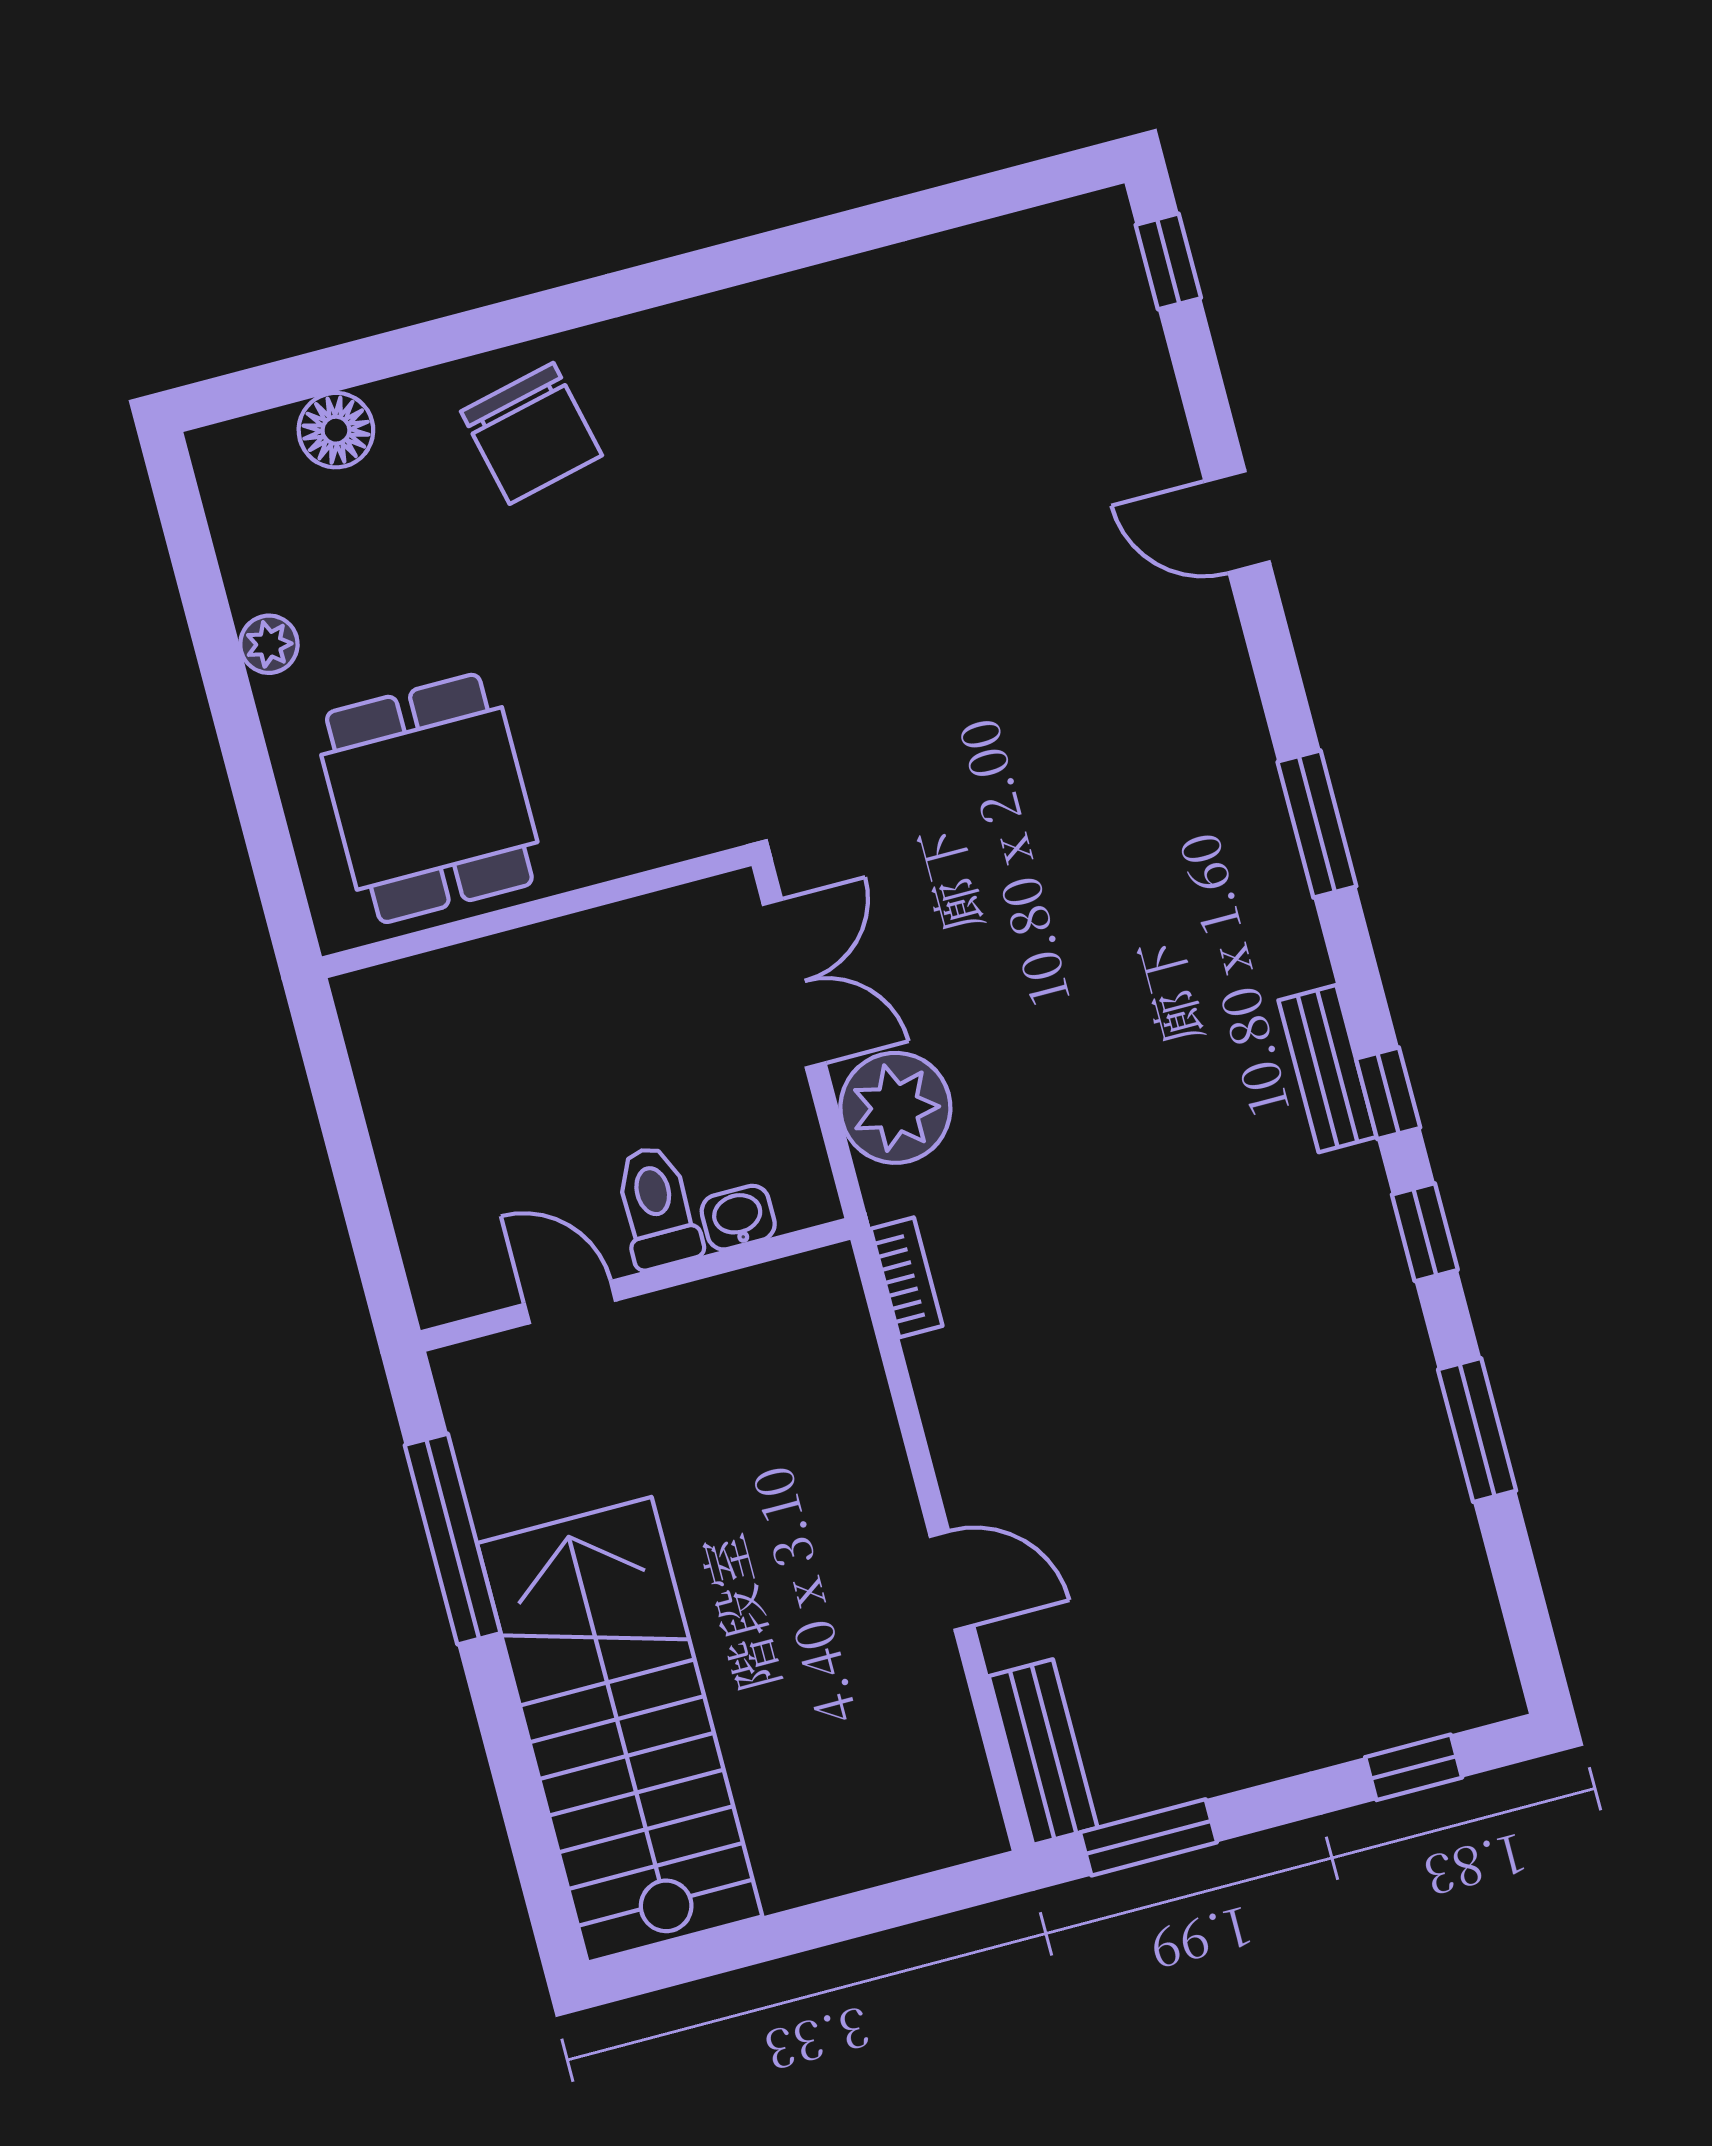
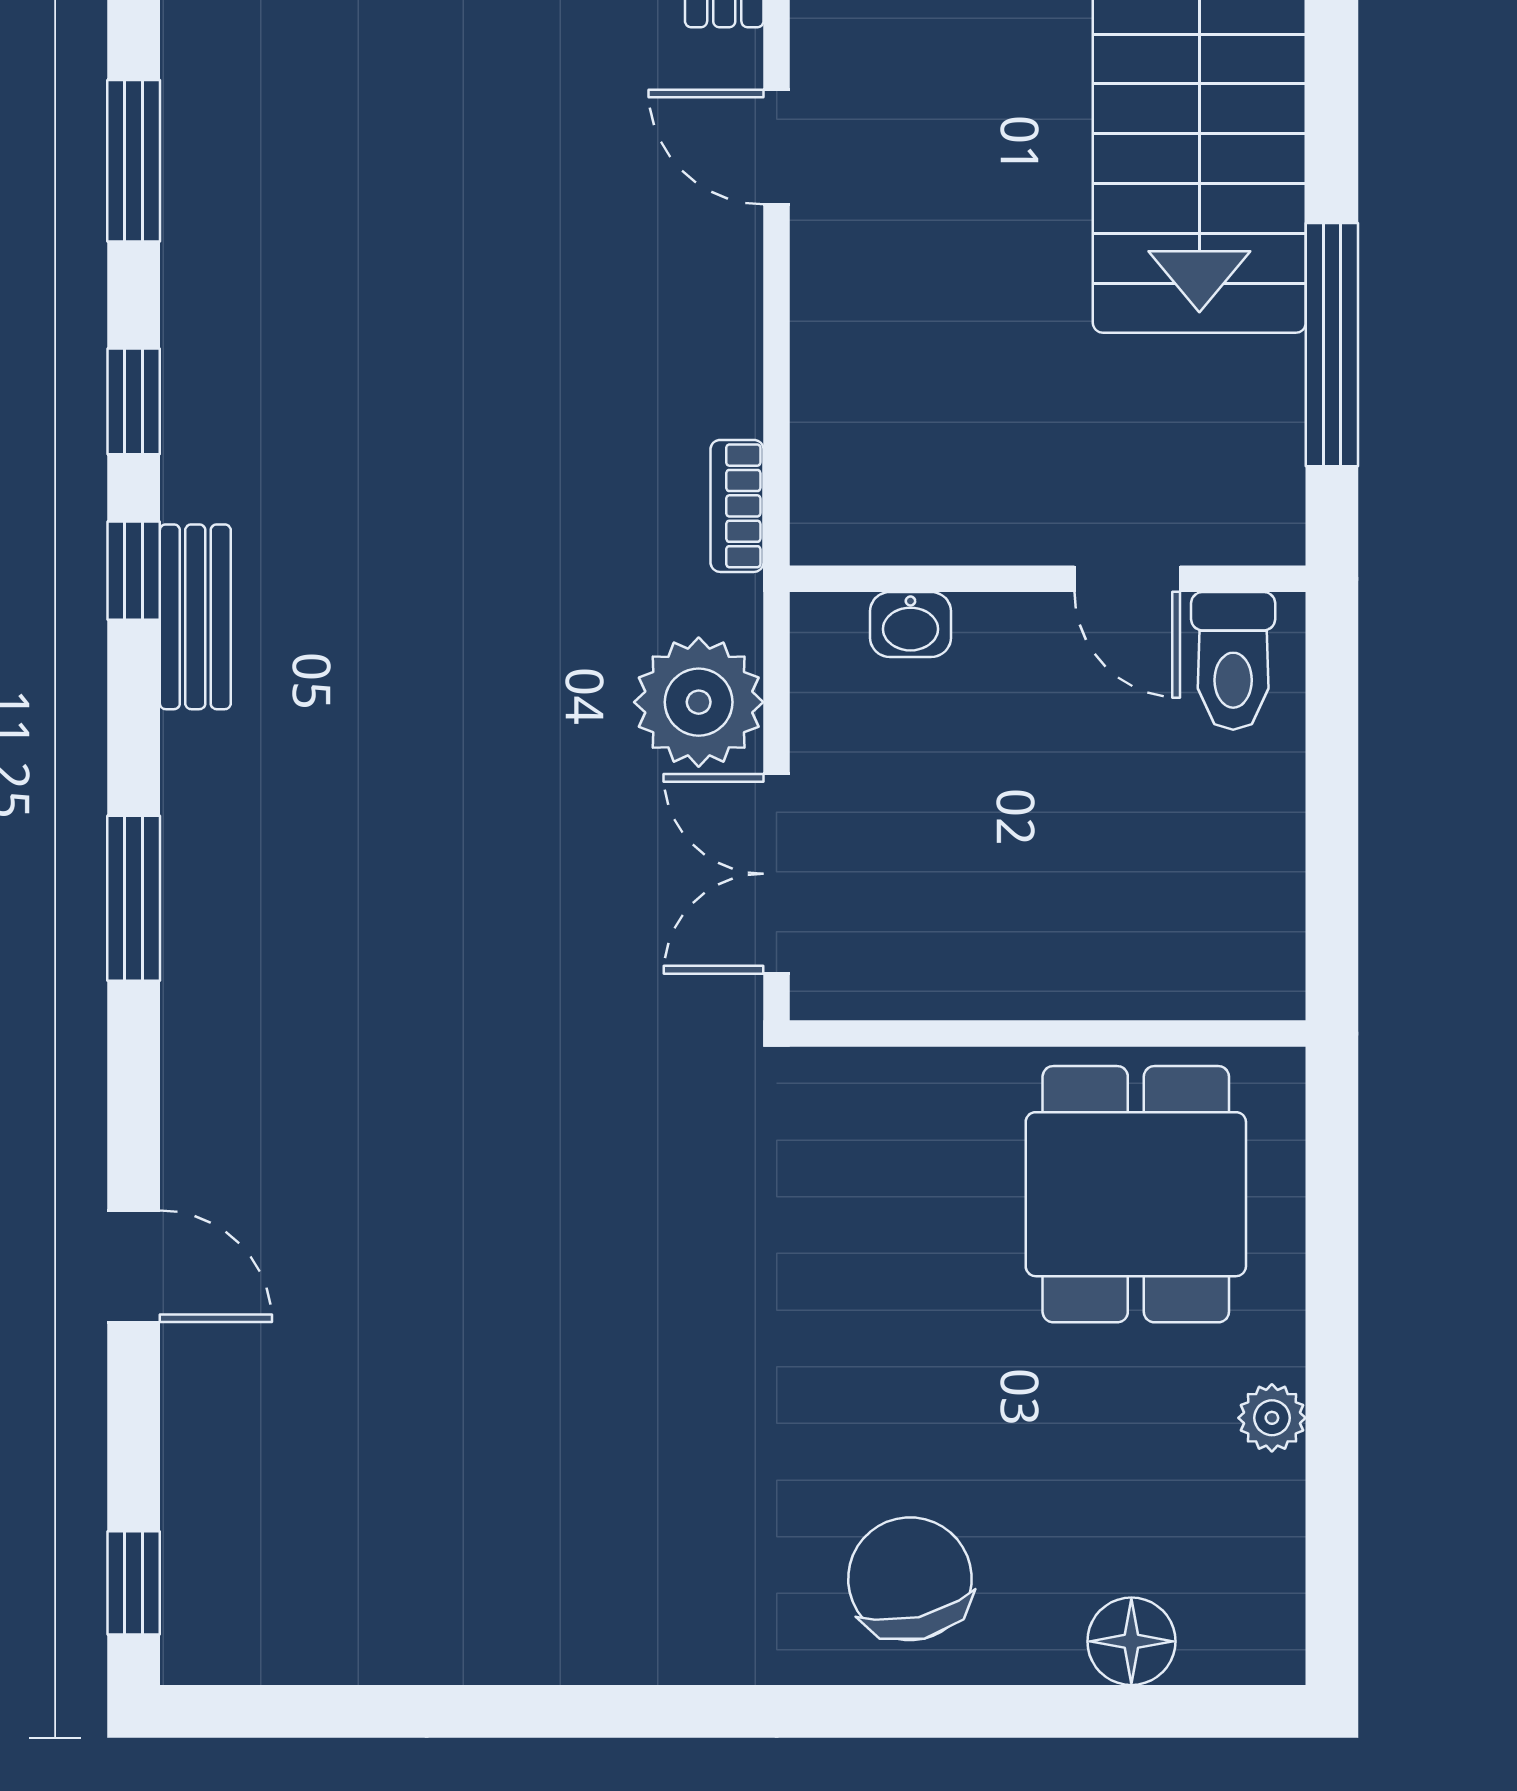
toilet: (657, 1207) -> (1233, 661), moved

